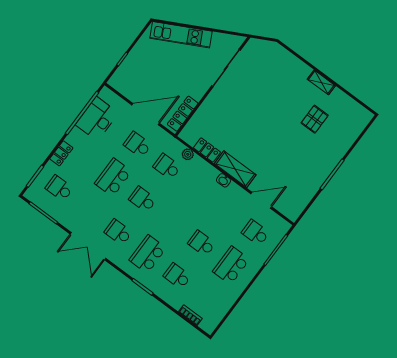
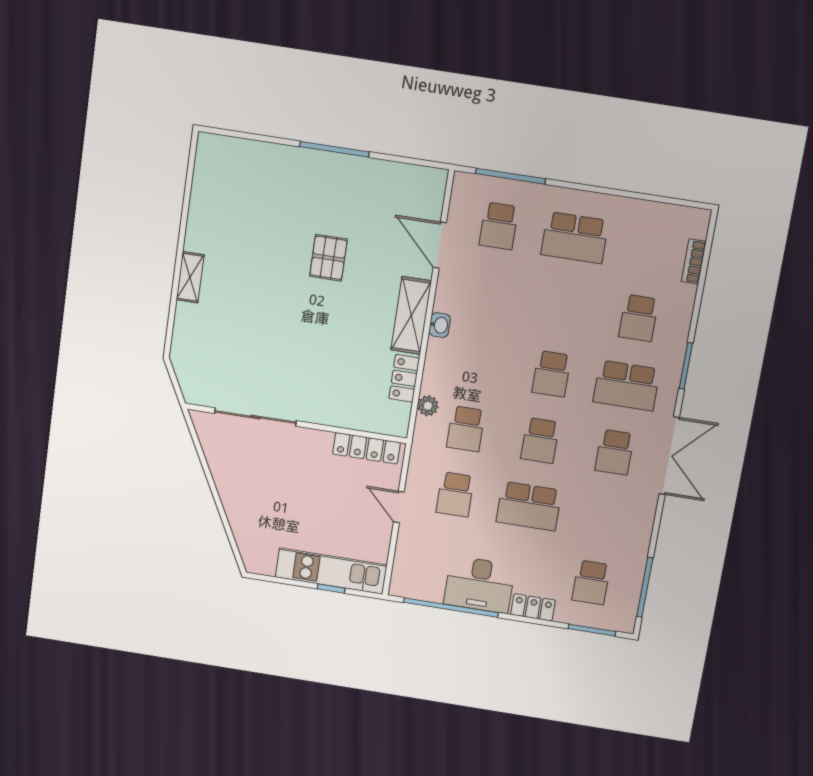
kitchen unit: (181, 35) -> (331, 571), moved, turned -63
shelving: (321, 82) -> (190, 277), moved
door: (146, 114) -> (399, 507), width x0.53
desk: (97, 119) -> (479, 585), moved
pallet: (315, 119) -> (328, 258), moved, turned 90
school desk: (202, 243) -> (551, 374), moved
double door: (88, 246) -> (669, 456), moved

